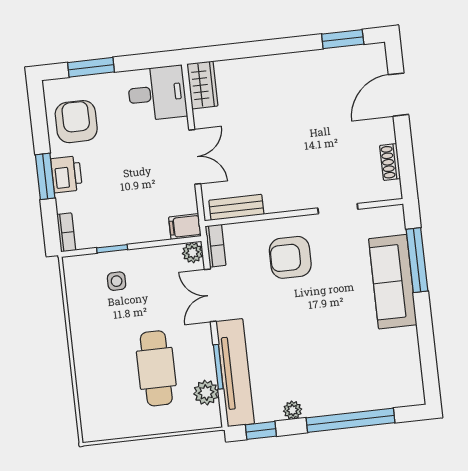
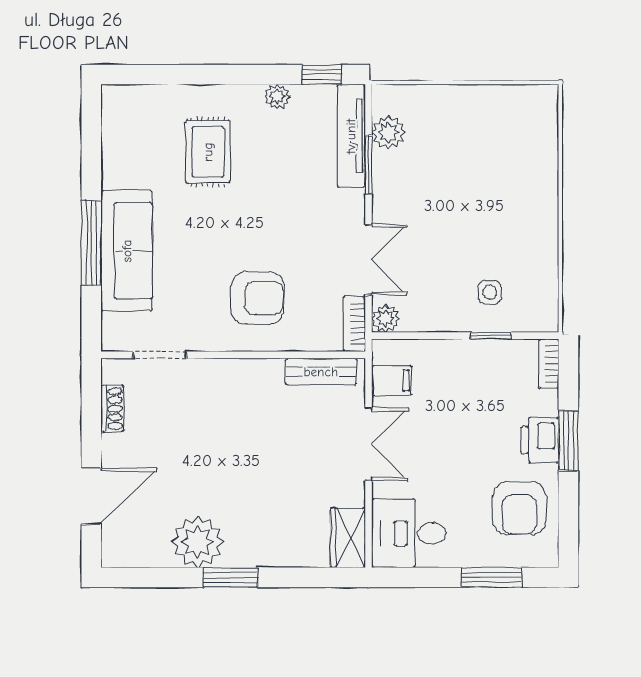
window: (343, 39) -> (230, 577), moved
plant: (315, 69) -> (197, 542), added
double door: (195, 157) -> (369, 444), swing flipped
doorway: (338, 209) -> (160, 355), moved
filing cabinet: (185, 227) -> (392, 380), moved
window: (417, 260) -> (91, 243), moved
rug: (340, 363) -> (208, 152), added
cafe table: (156, 368) -> (450, 172), removed
tv unit: (235, 373) -> (351, 136), width x0.73, depth x0.78
window: (351, 420) -> (202, 75), removed

